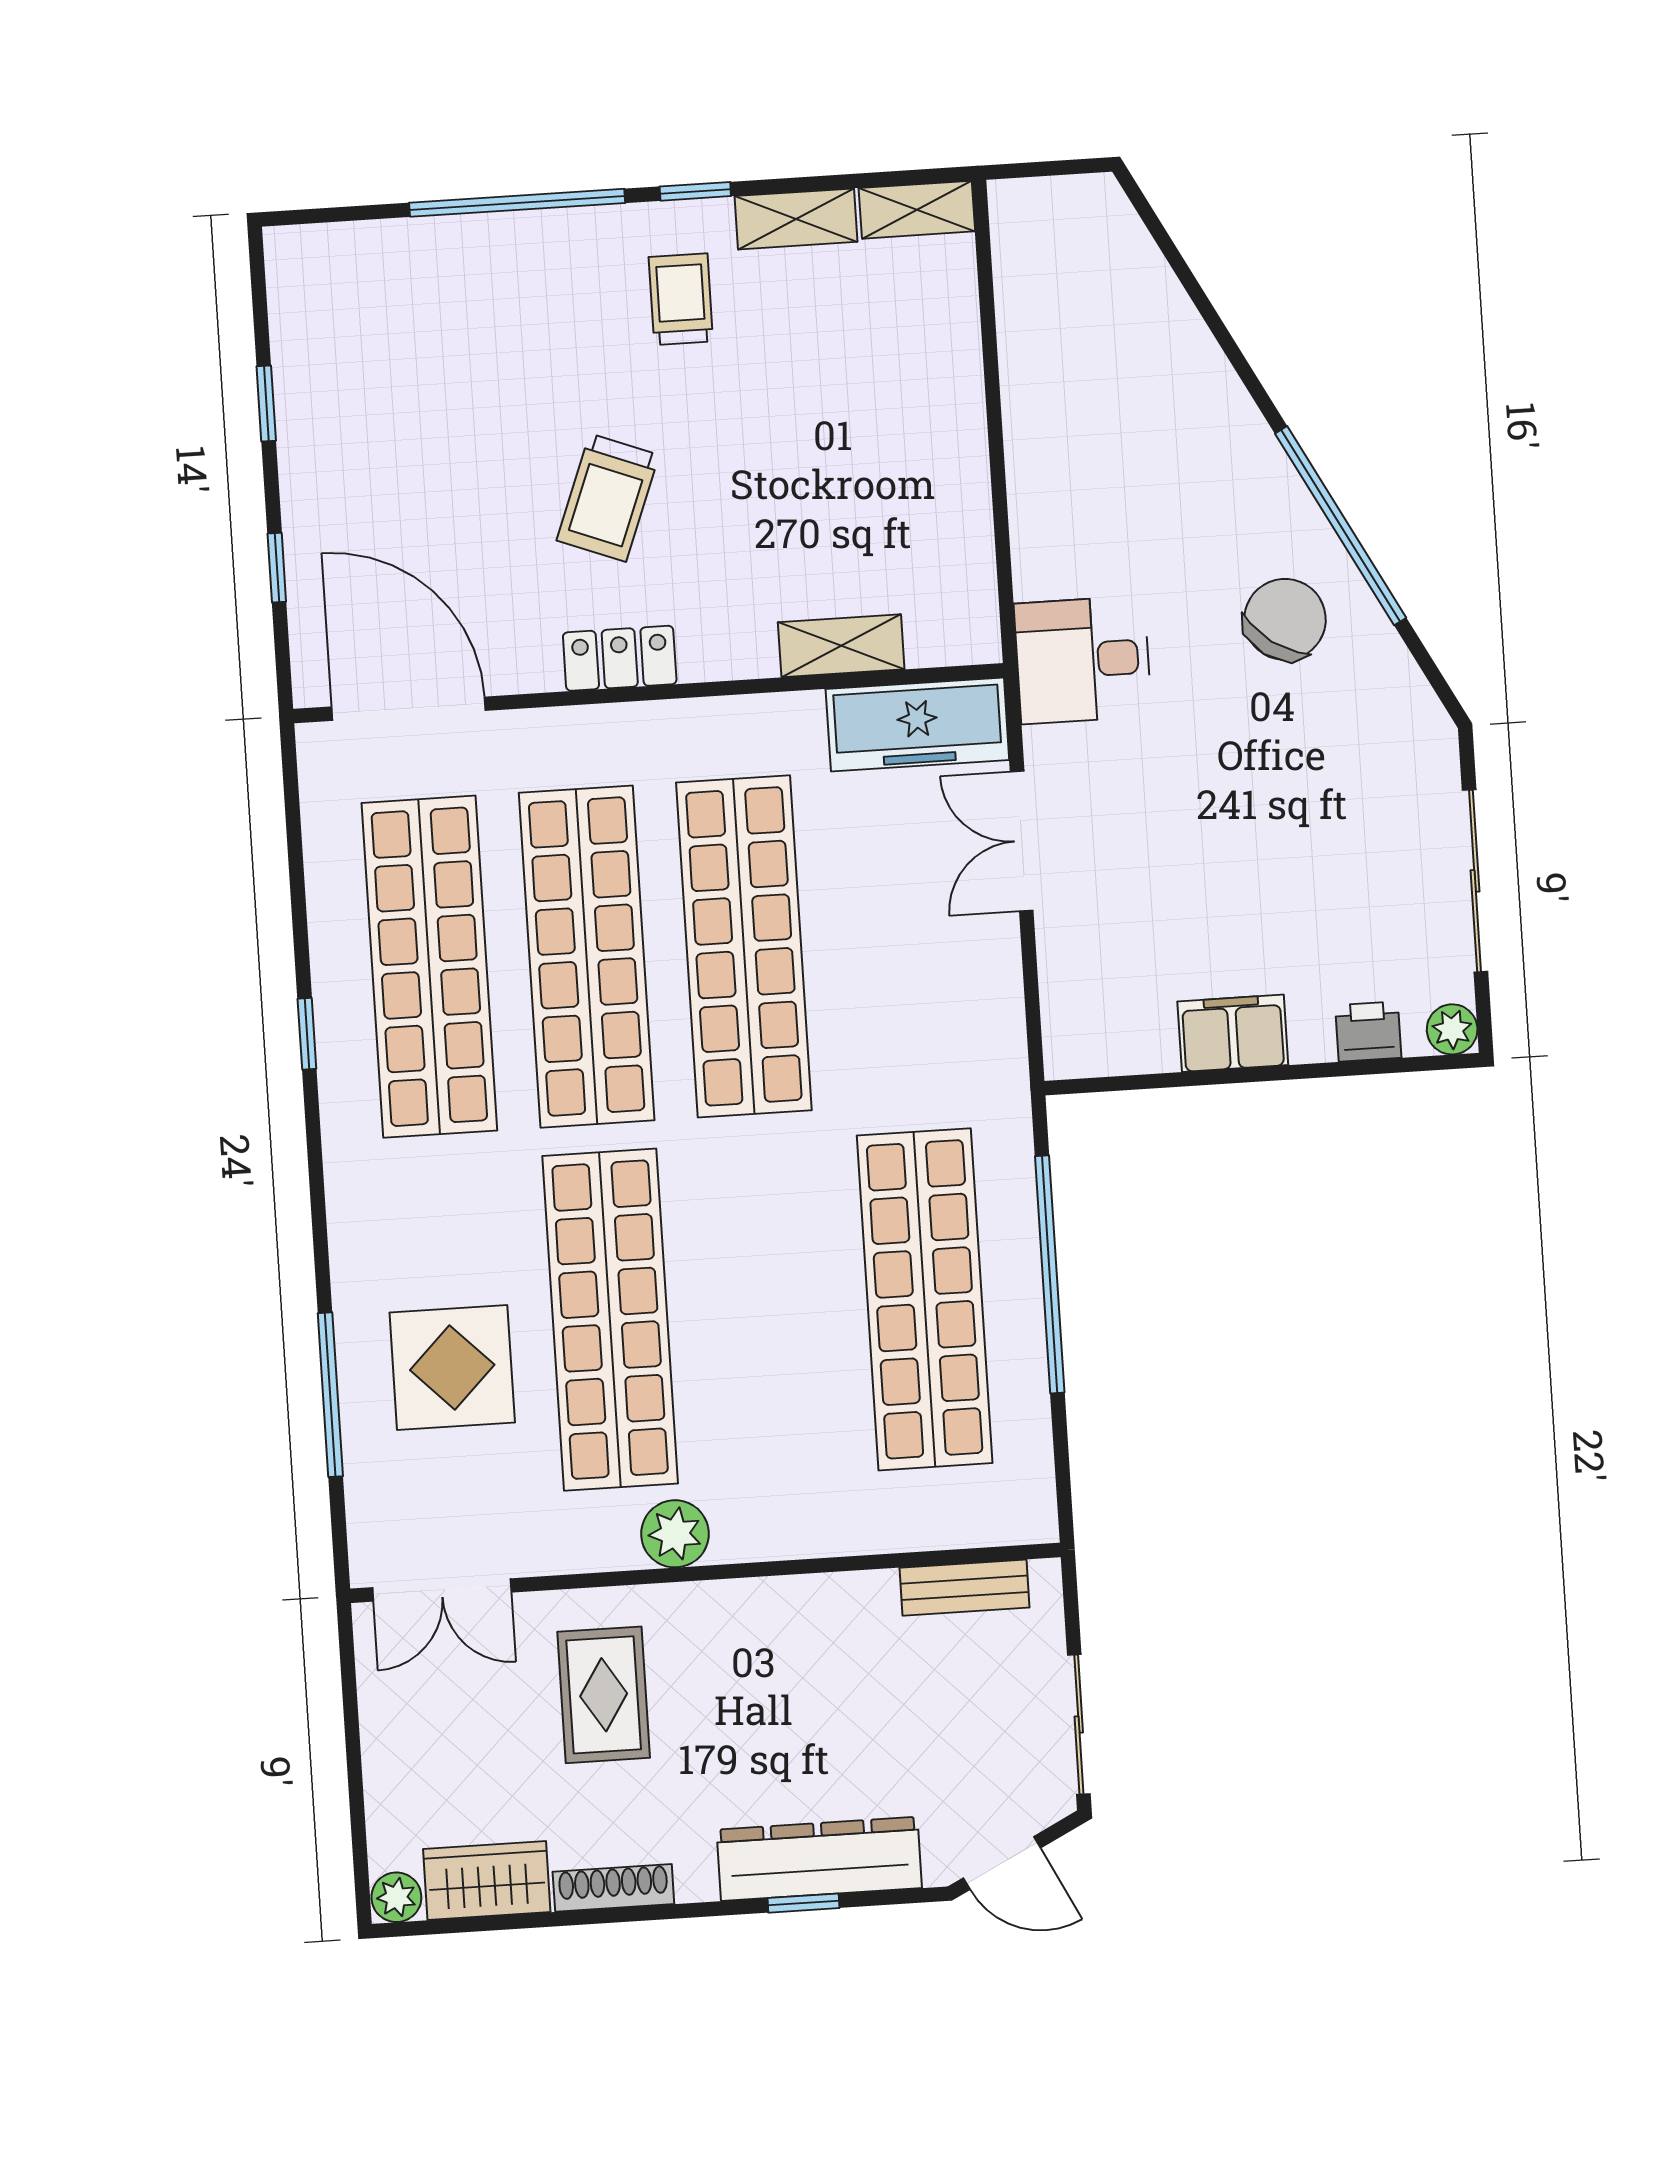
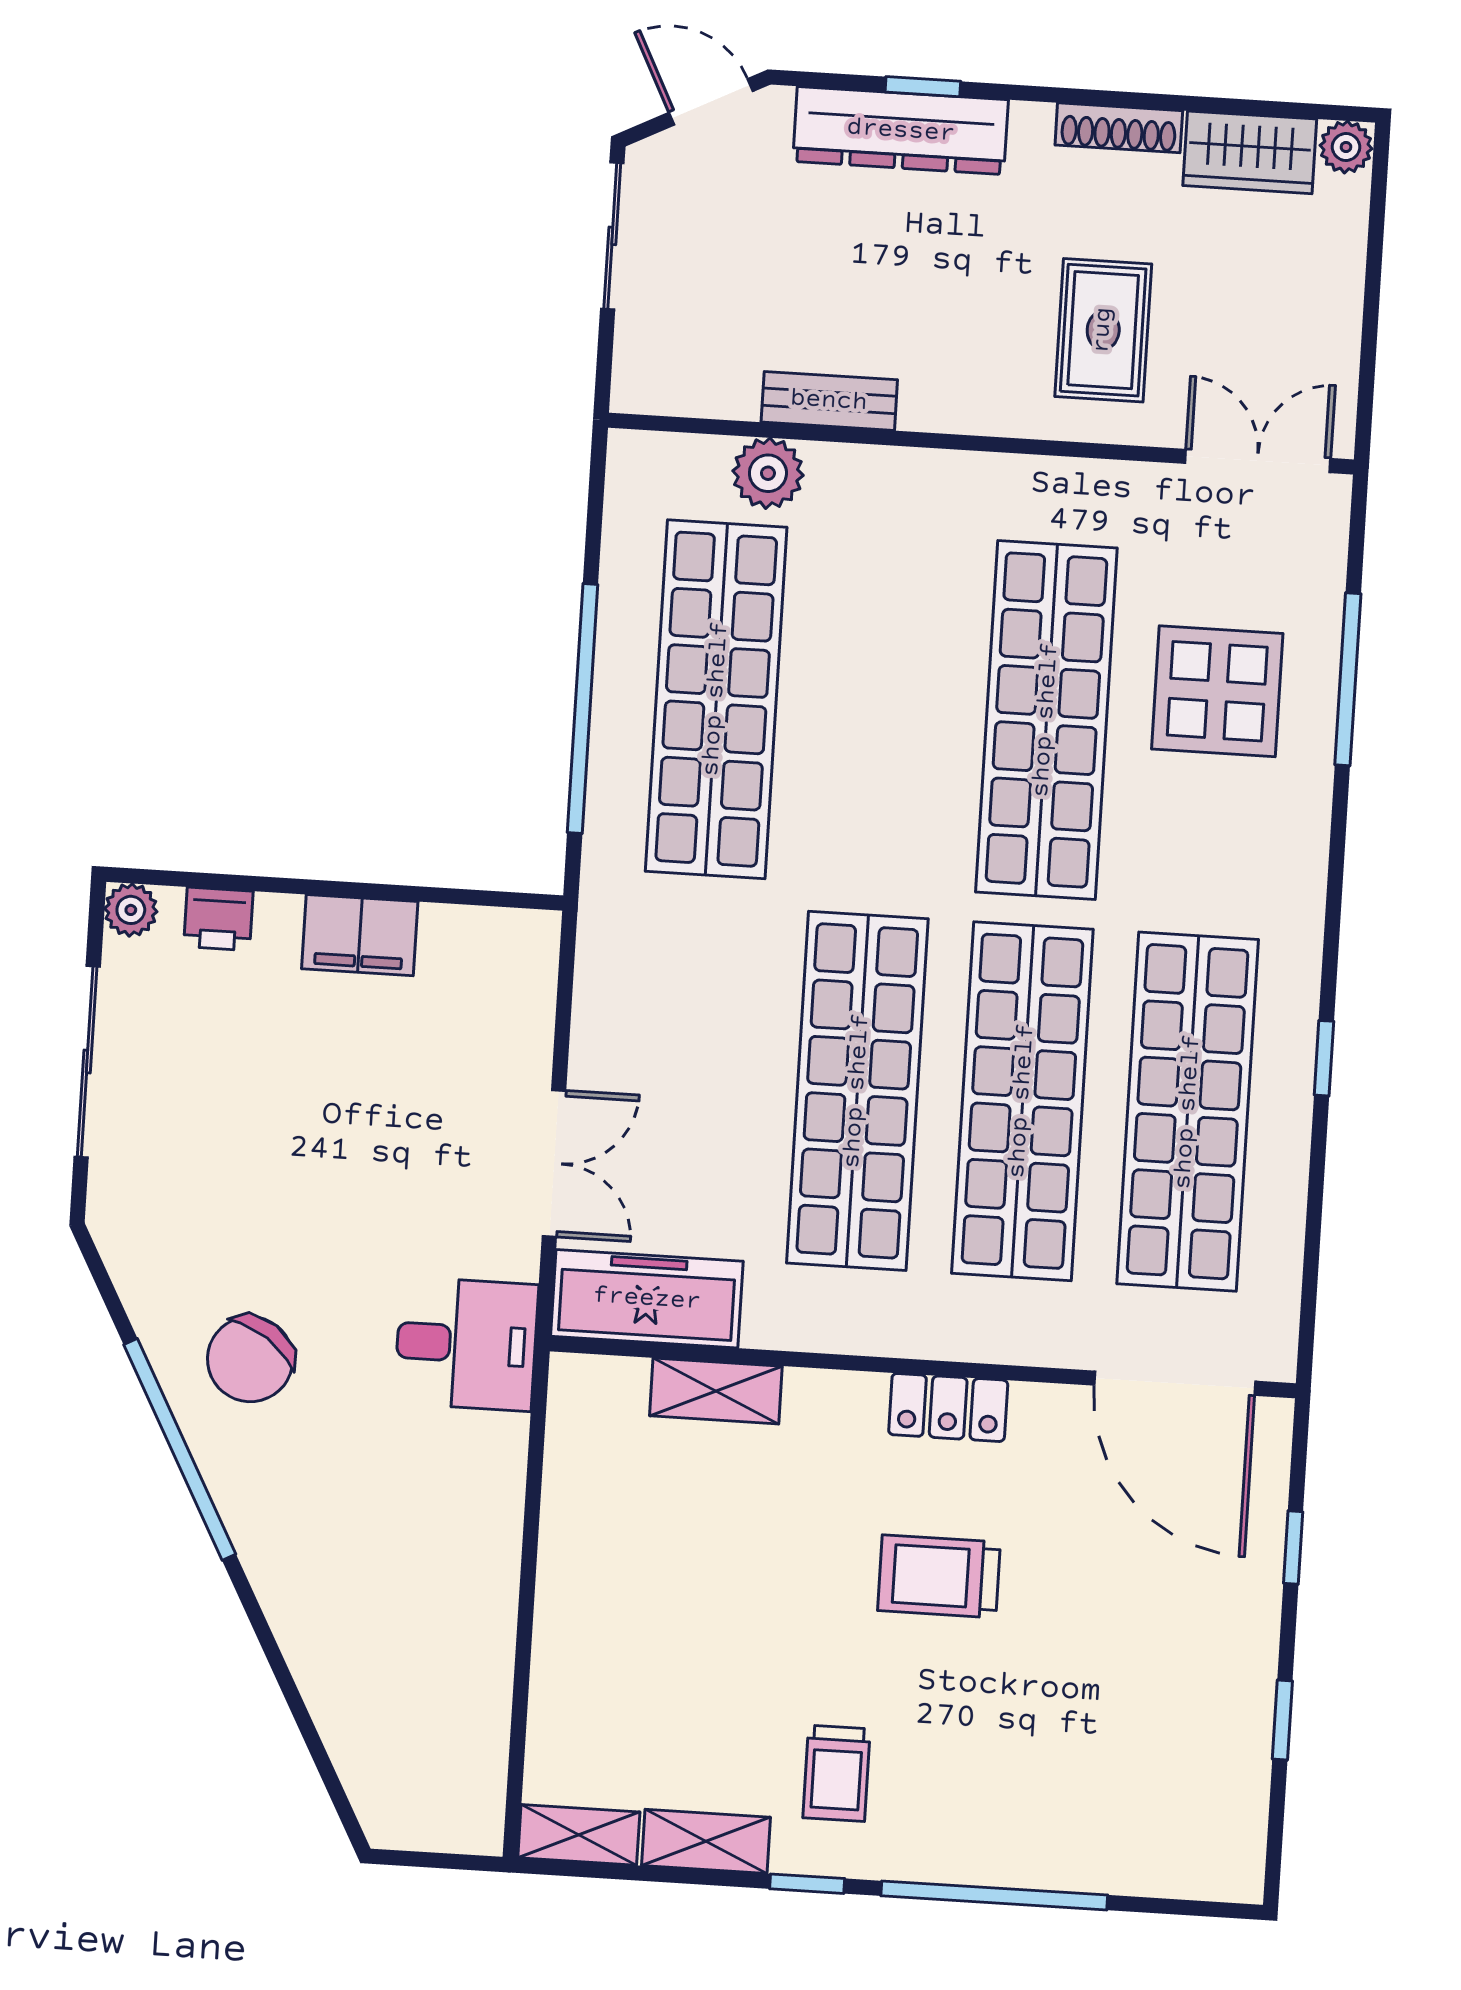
trolley: (608, 498) -> (939, 1576), turned -111
plant: (675, 1534) -> (768, 473), moved
bench: (964, 1588) -> (829, 401), moved

